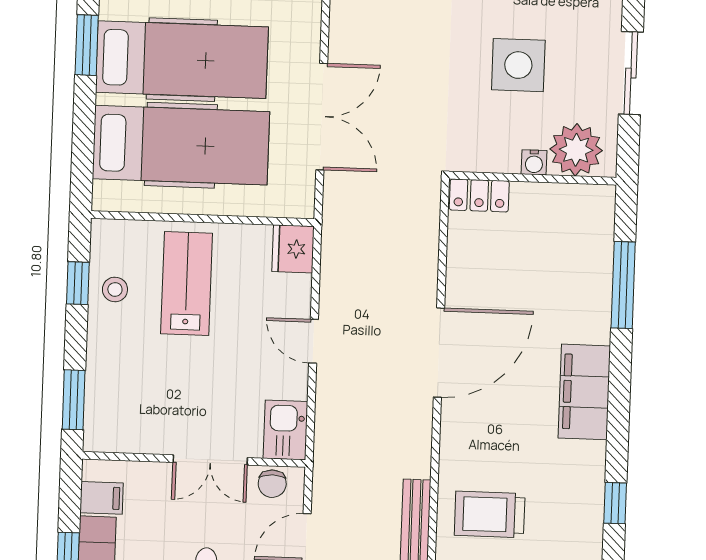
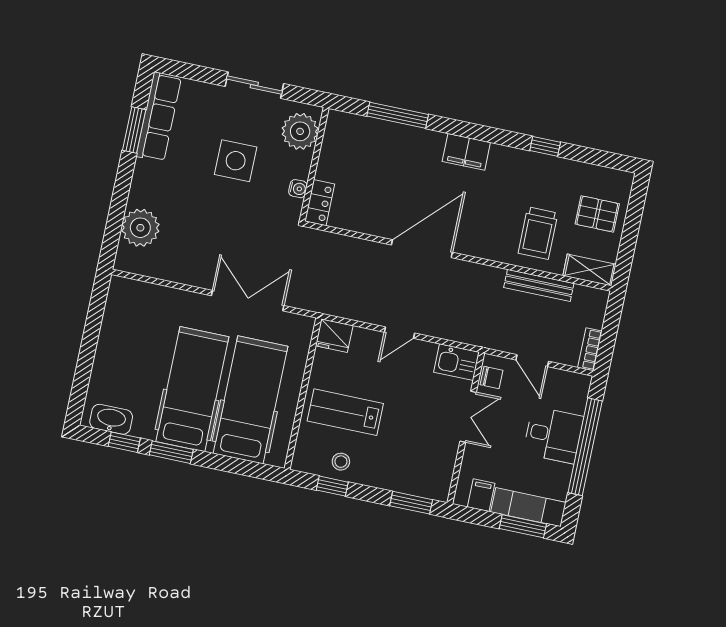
water cooler: (534, 162) -> (298, 189), moved
door: (439, 353) -> (422, 249), hinge flipped
filing cabinet: (584, 392) -> (466, 152), width x0.67, depth x0.86

